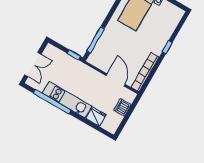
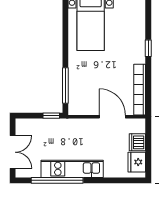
fridge: (96, 117) -> (137, 162), moved, turned -90

